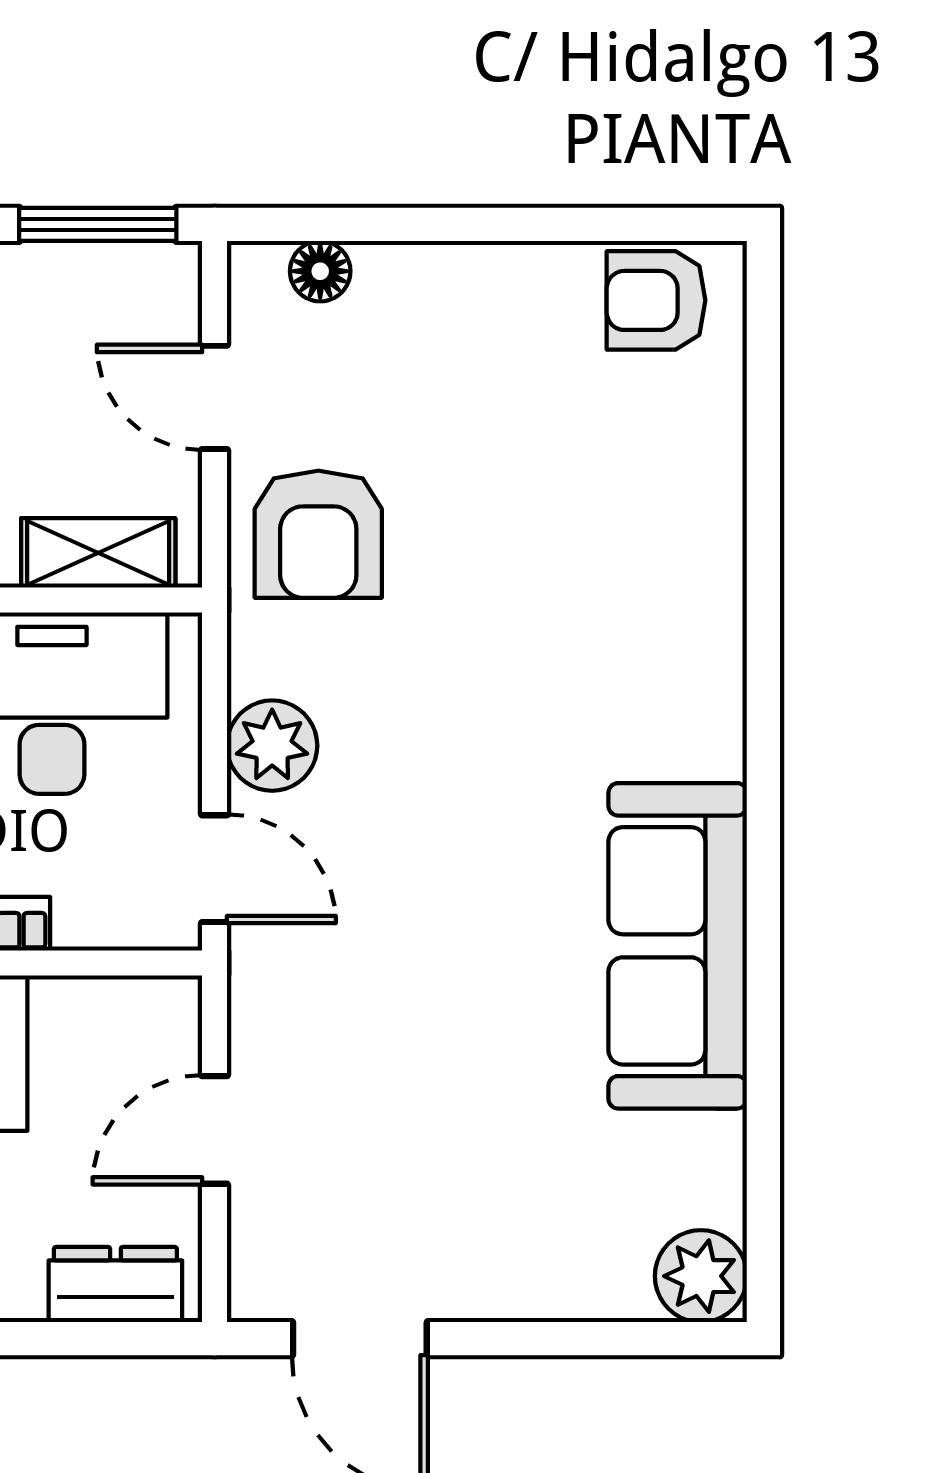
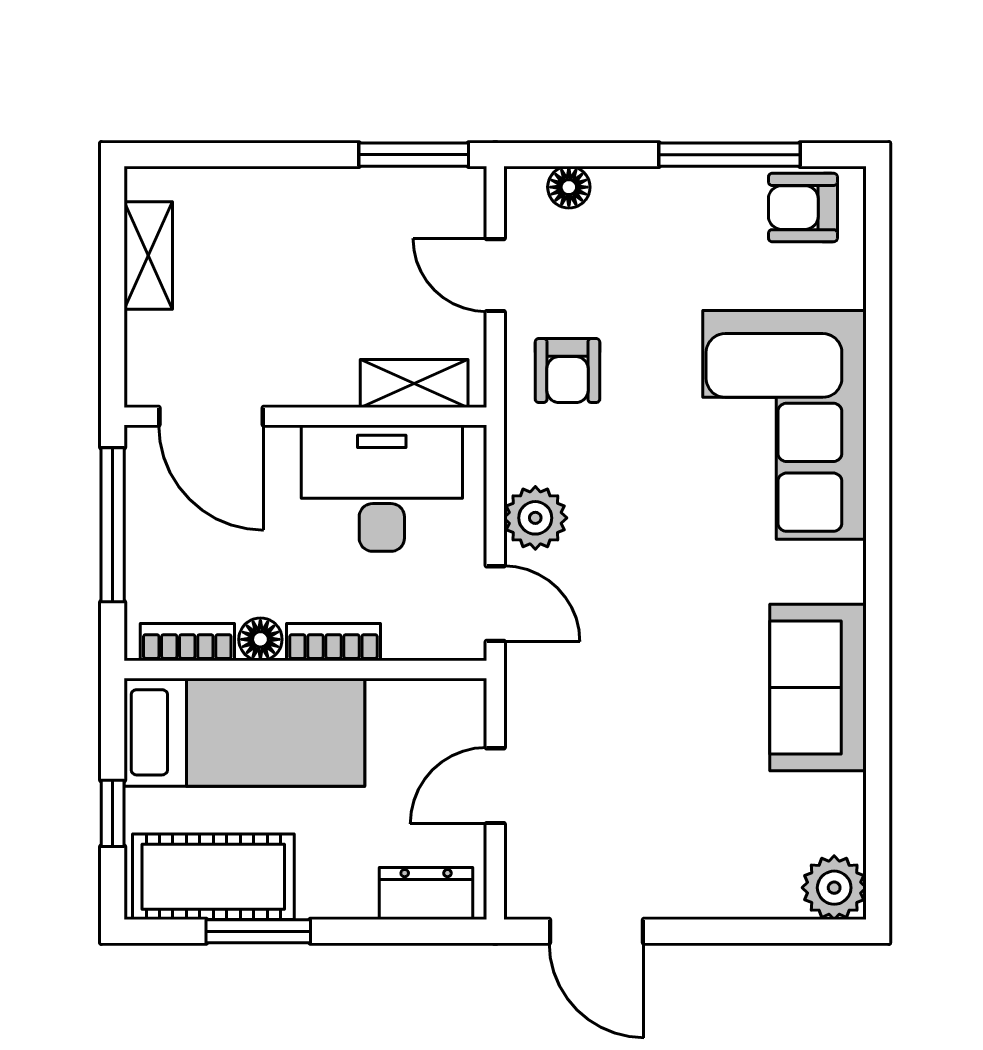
window: (551, 224) -> (729, 155), added
armchair: (318, 534) -> (567, 371), width x0.72, depth x0.72
corner sofa: (630, 612) -> (785, 425), added
sofa: (678, 946) -> (818, 688), width x0.73

